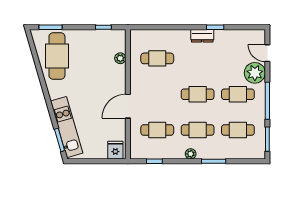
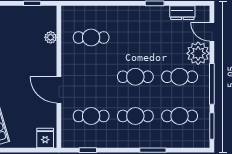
dresser: (202, 36) -> (182, 13), moved
door: (128, 106) -> (59, 90), hinge flipped
plant: (191, 154) -> (128, 142), removed

